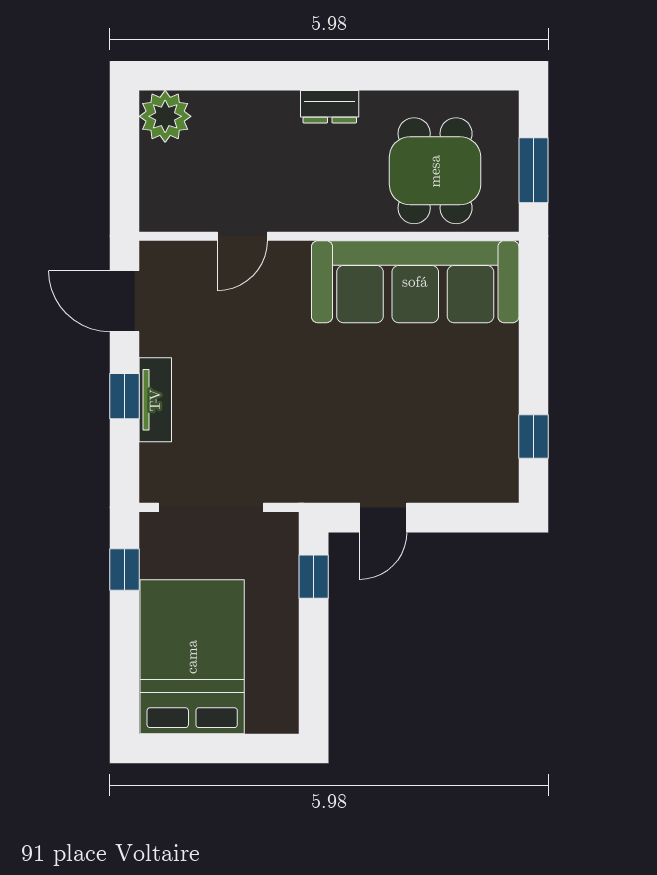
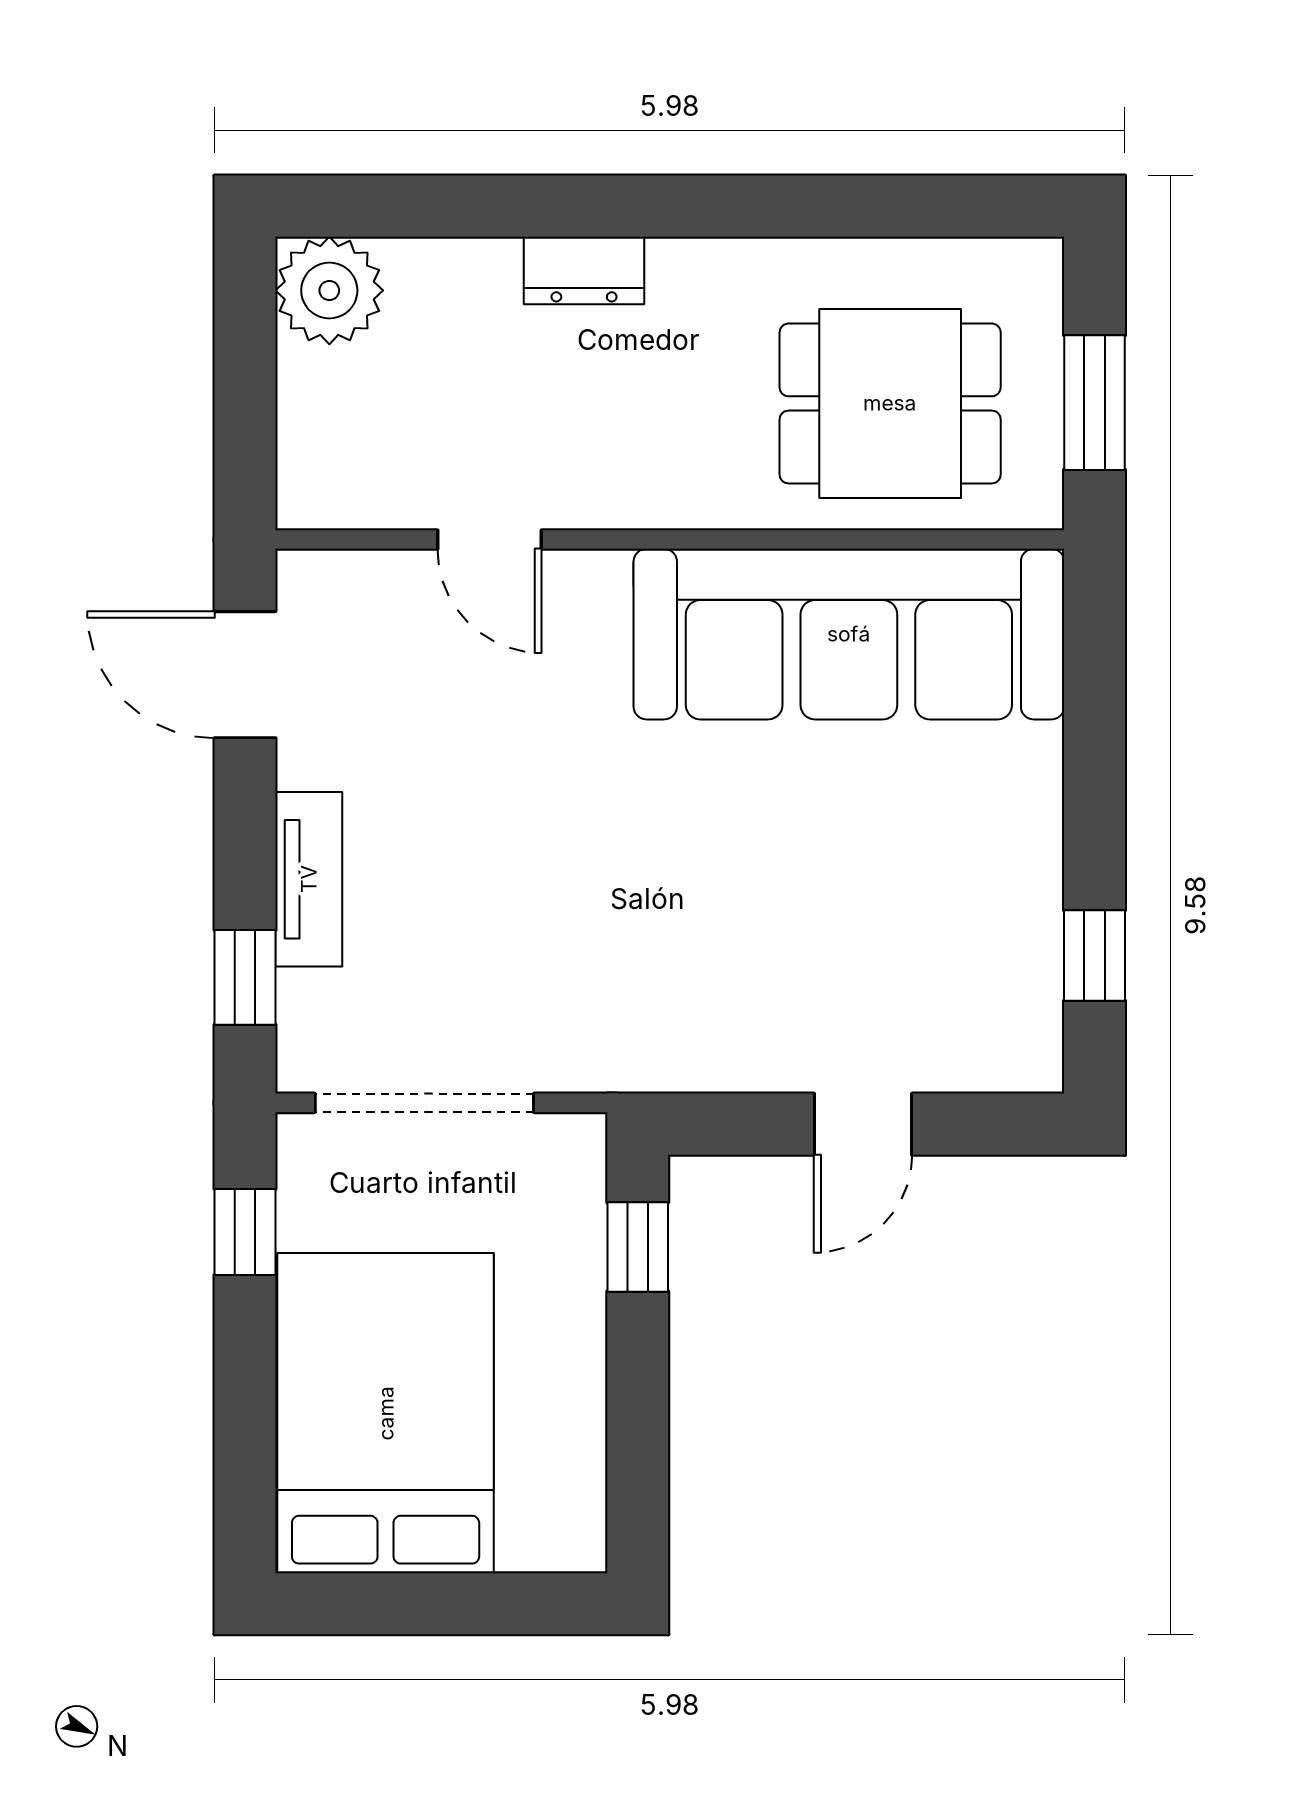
dresser: (330, 107) -> (584, 270), moved
dining table: (435, 171) -> (890, 403), turned 90
door: (242, 236) -> (489, 540), hinge flipped
window: (125, 396) -> (245, 977), moved
door: (383, 518) -> (863, 1124), moved

